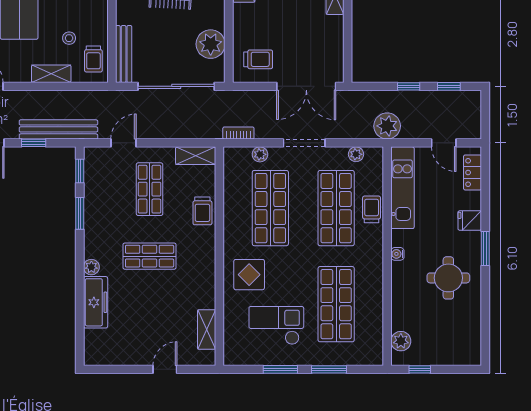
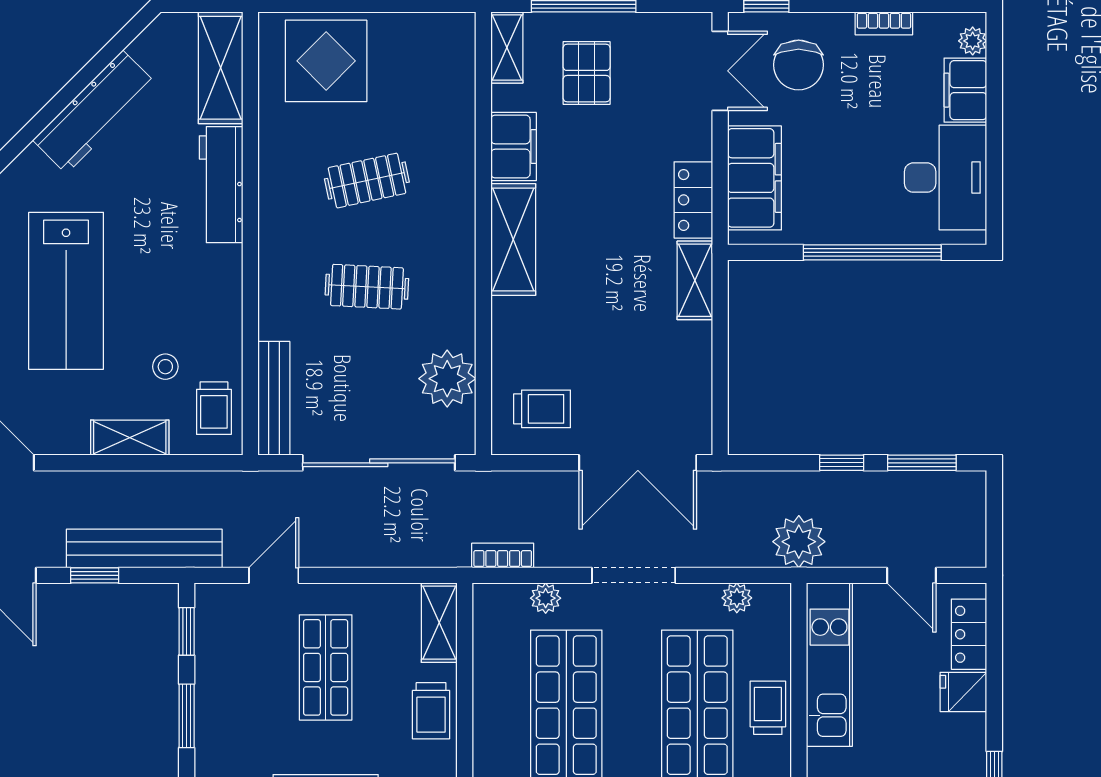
window: (449, 86) -> (922, 463), width x1.50
shelving: (196, 156) -> (439, 623), moved, turned 90
fridge: (470, 221) -> (963, 692), moved

